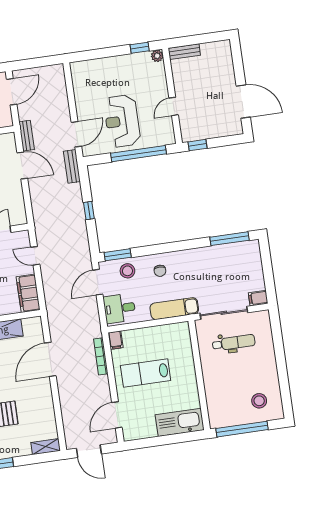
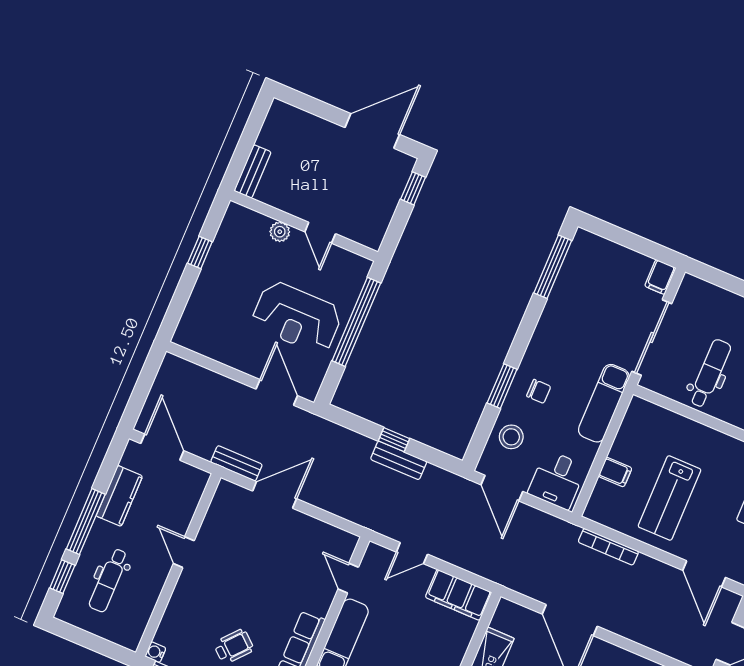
window: (140, 48) -> (200, 252), moved
plant: (157, 56) -> (280, 232), moved
window: (197, 145) -> (413, 188), moved
bench: (72, 166) -> (399, 460), moved
window: (118, 255) -> (502, 386), moved
filing cabinet: (116, 340) -> (615, 472), moved
dental chair: (234, 343) -> (710, 373), moved

